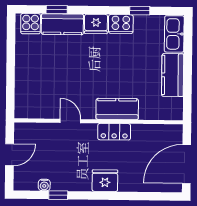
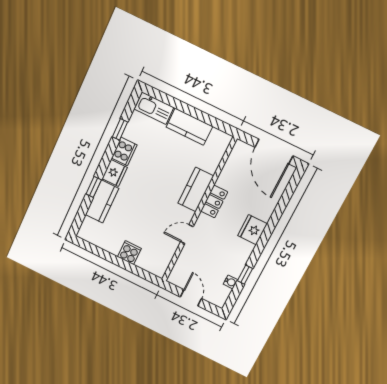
window: (57, 10) -> (94, 187), moved
cooker: (31, 24) -> (129, 253), moved, turned -90

